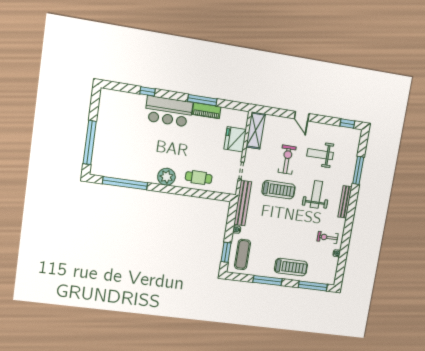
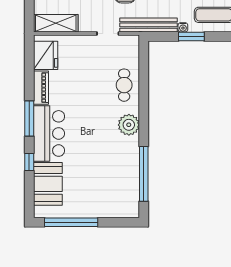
window: (202, 100) -> (29, 119), moved
booth: (127, 104) -> (48, 184), added
fridge: (235, 139) -> (46, 55), moved, turned -90
window: (90, 143) -> (71, 222), moved
window: (226, 252) -> (191, 36), moved

